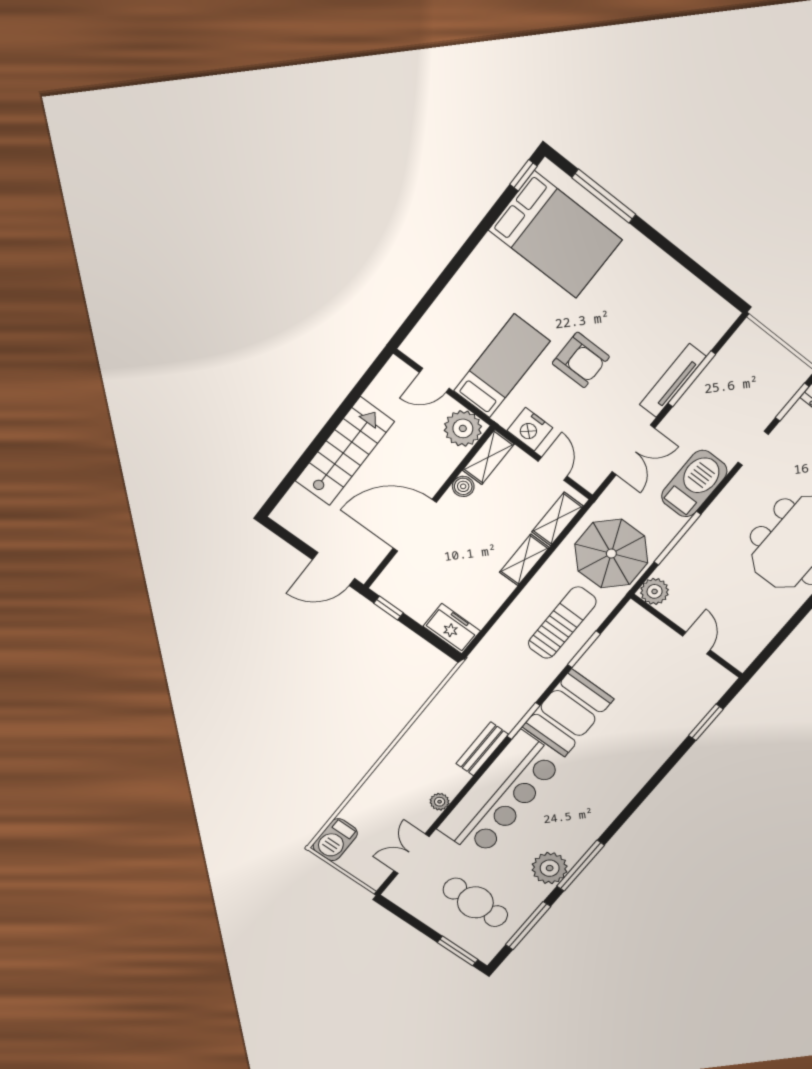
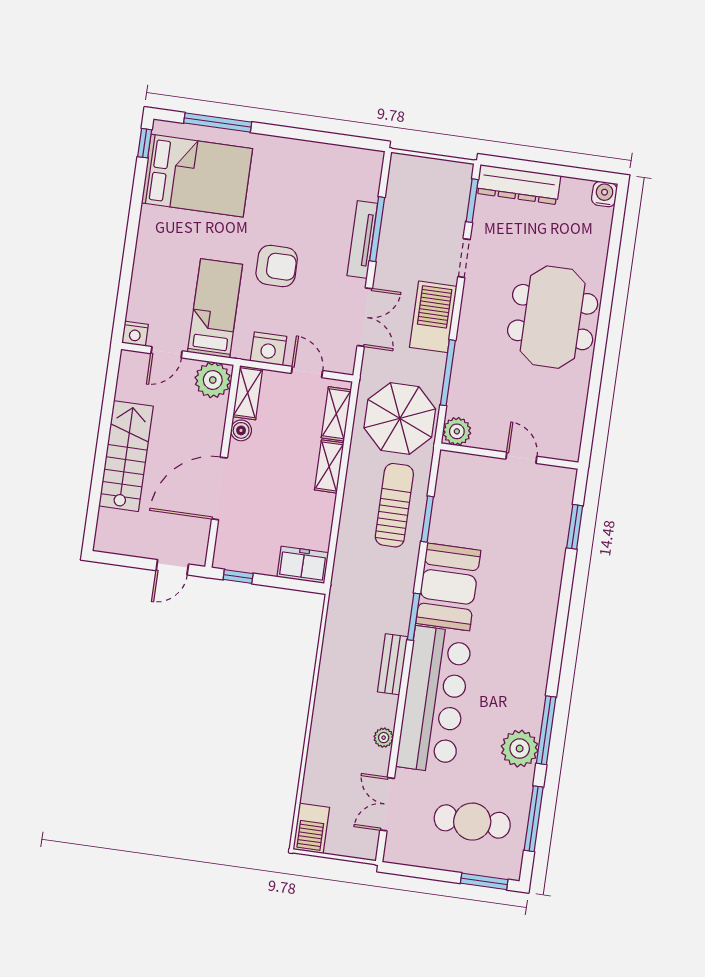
nightstand: (414, 347) -> (135, 334), added
door: (334, 569) -> (172, 567), width x0.73

